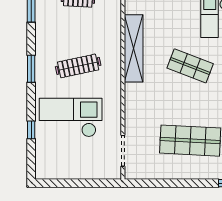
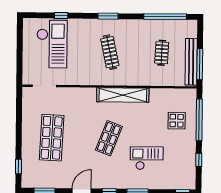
checkout: (71, 117) -> (52, 44), moved

